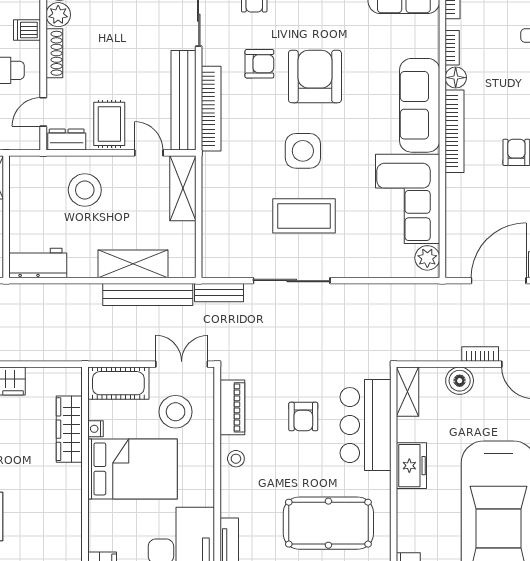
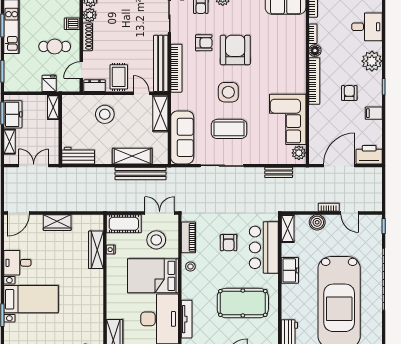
sofa: (420, 105) -> (182, 137), moved, turned 180
bench: (219, 293) -> (279, 172), moved
bed: (132, 469) -> (153, 276), moved, turned 180

